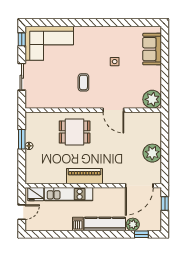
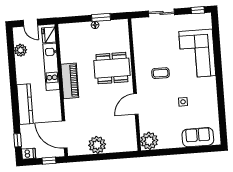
corner sofa: (49, 43) -> (197, 54), moved
dining table: (75, 132) -> (112, 68), width x1.38
dishwasher: (78, 224) -> (29, 154), moved
plant: (133, 224) -> (21, 50), moved

